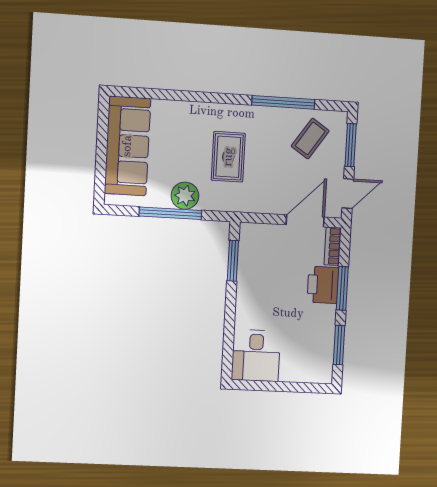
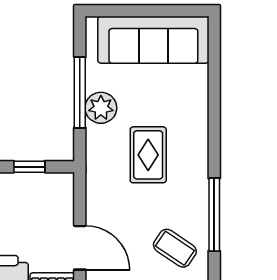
rug: (228, 157) -> (148, 155), turned 90
window: (233, 261) -> (29, 167), width x0.67

